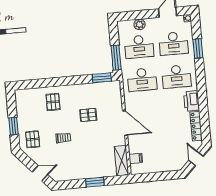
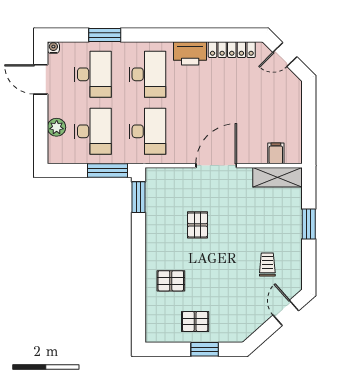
trolley: (63, 138) -> (267, 264), moved
pallet: (33, 139) -> (195, 321), moved

